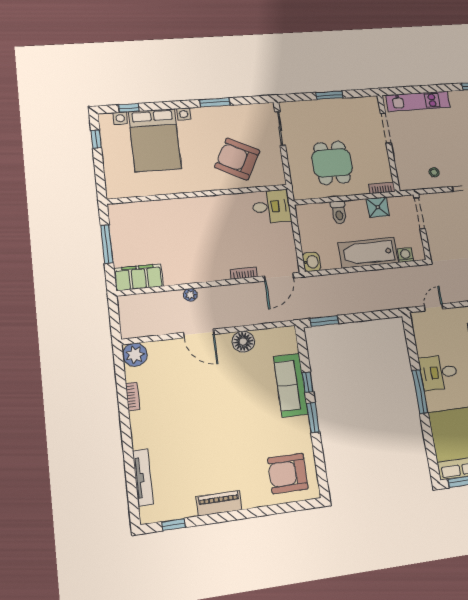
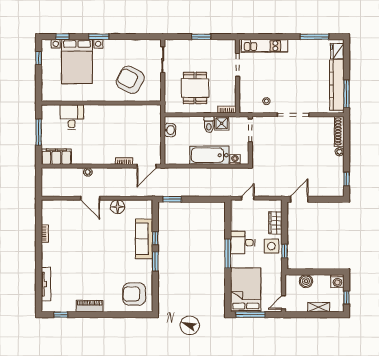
window: (215, 102) -> (99, 37), moved
desk: (271, 206) -> (72, 117), moved, turned -90
toilet: (339, 212) -> (209, 125), moved
washbasin: (311, 262) -> (170, 130), moved
plant: (135, 355) -> (49, 207), removed

